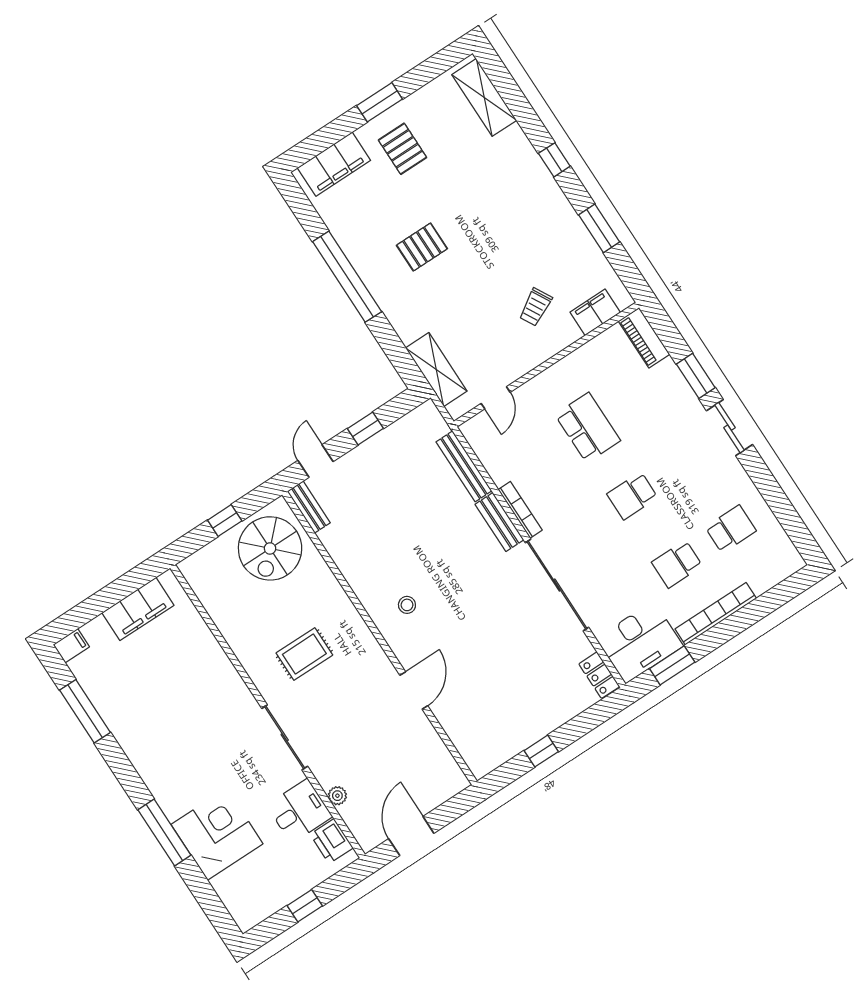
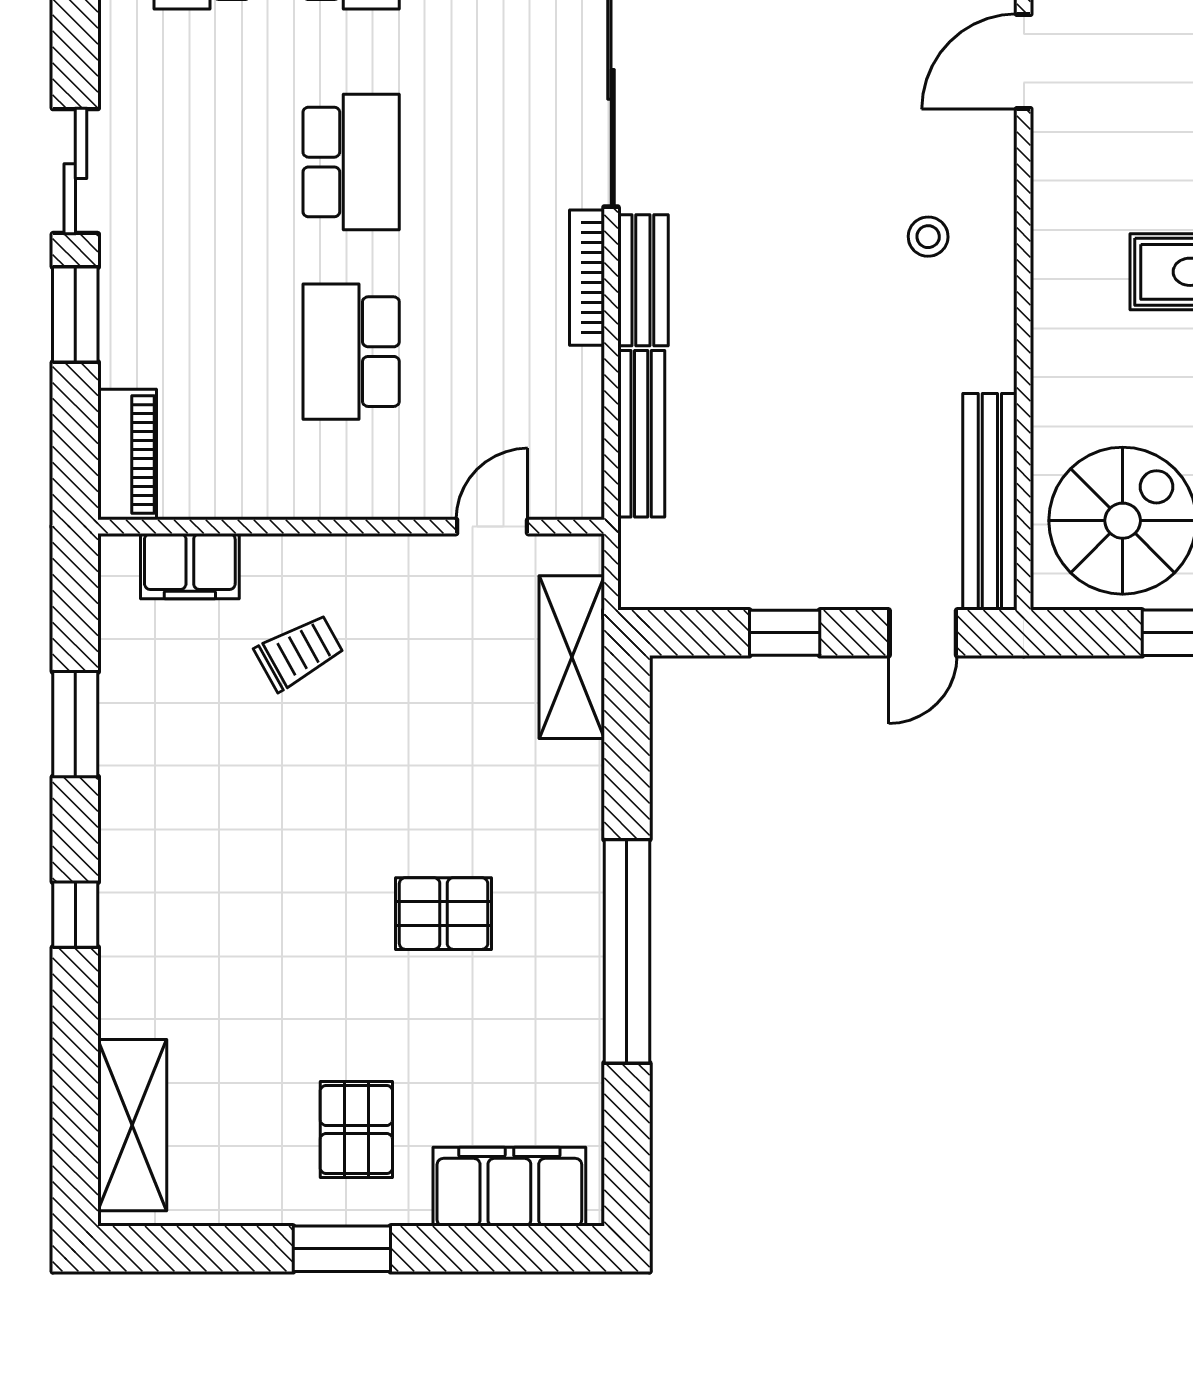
school desk: (632, 496) -> (351, 162), width x1.85
bench: (309, 507) -> (990, 502), width x1.86, depth x1.21

